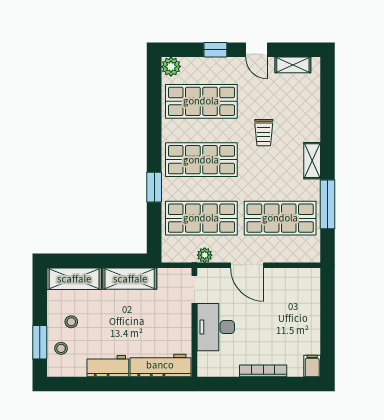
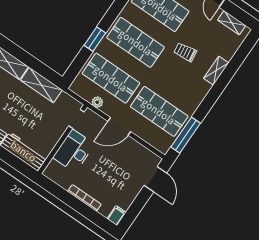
trolley: (264, 133) -> (185, 52), turned 82
shelving: (312, 161) -> (216, 71), moved
window: (328, 204) -> (186, 135), moved
door: (247, 265) -> (119, 126), hinge flipped
door: (328, 296) -> (155, 179), added

